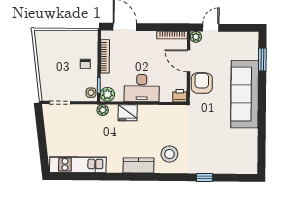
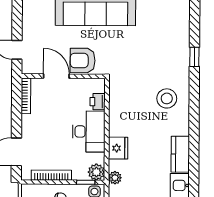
plant: (196, 37) -> (28, 68), removed
door: (189, 61) -> (56, 76), swing flipped
printer: (180, 96) -> (98, 102), moved
kitchen counter: (139, 165) -> (180, 154), moved

